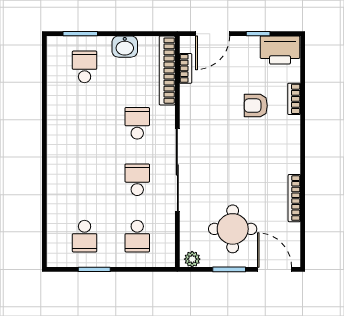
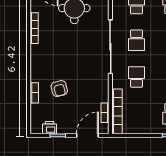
washbasin: (125, 47) -> (145, 127), removed
printer: (280, 50) -> (49, 128), width x0.53, depth x0.68
armchair: (256, 106) -> (59, 89), turned 76
school desk: (137, 123) -> (136, 77), turned 180

